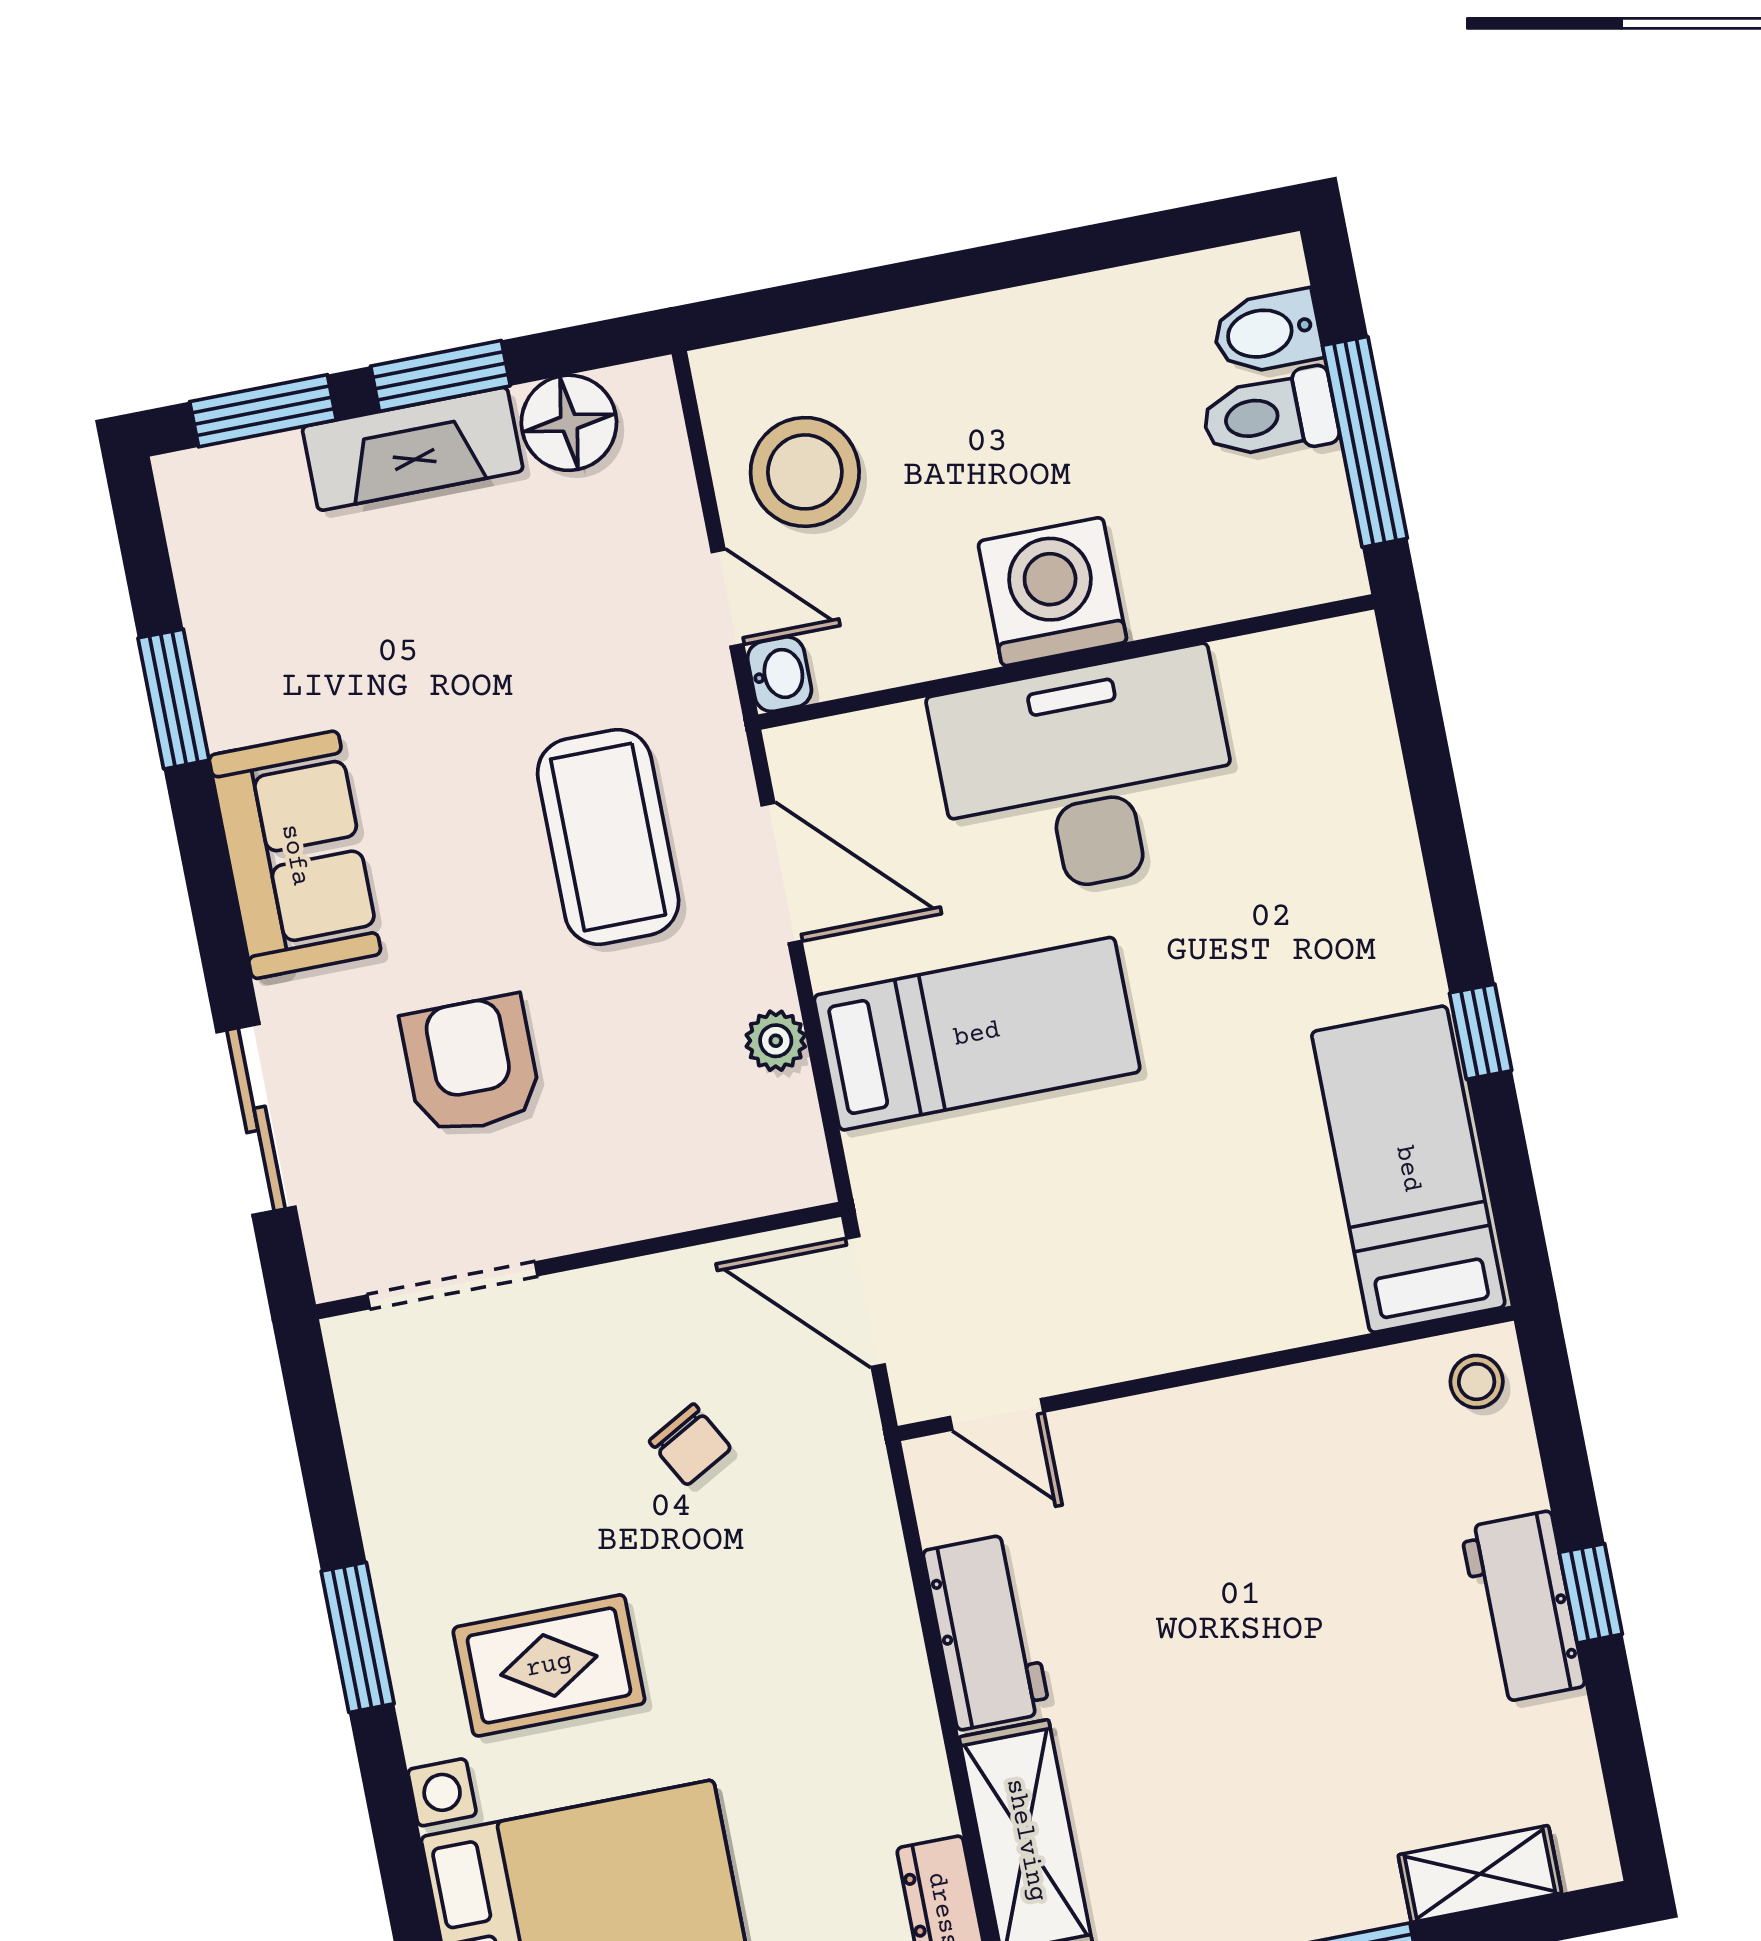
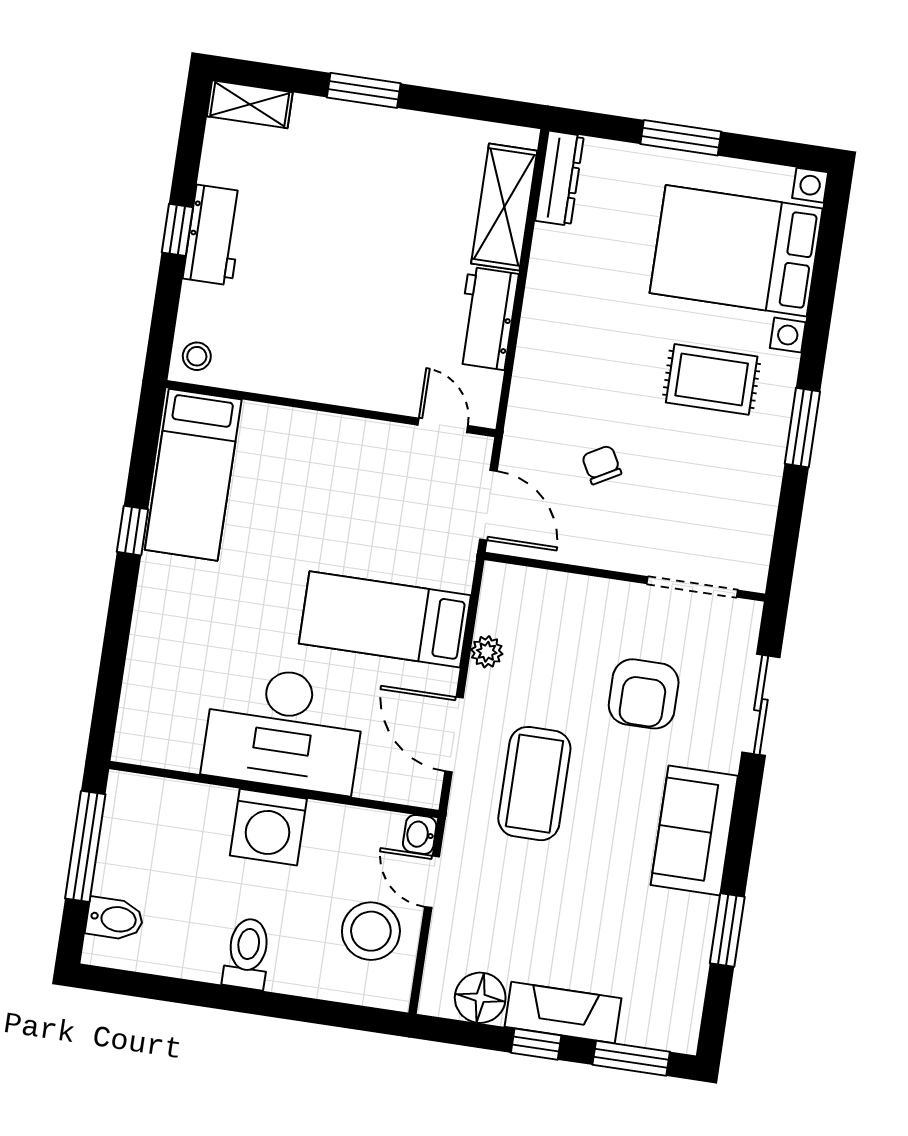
window: (440, 376) -> (536, 1044), width x0.67
toilet: (1270, 415) -> (247, 954), moved, turned -90
shelving: (1480, 1874) -> (250, 104), moved

